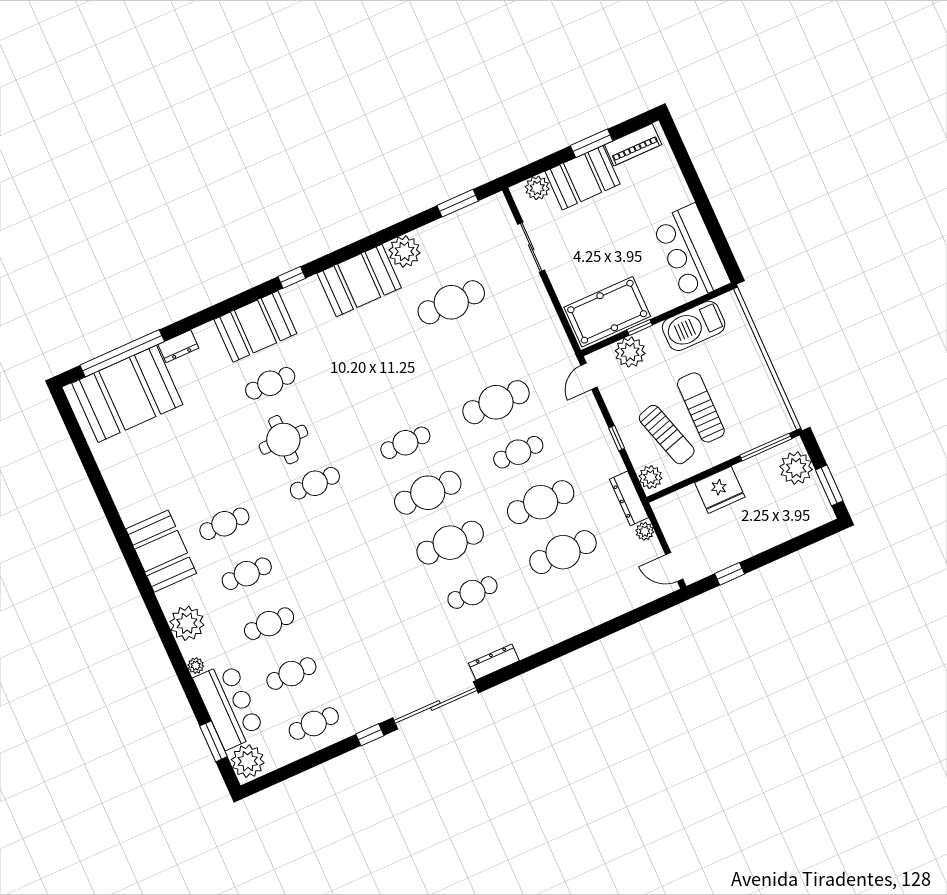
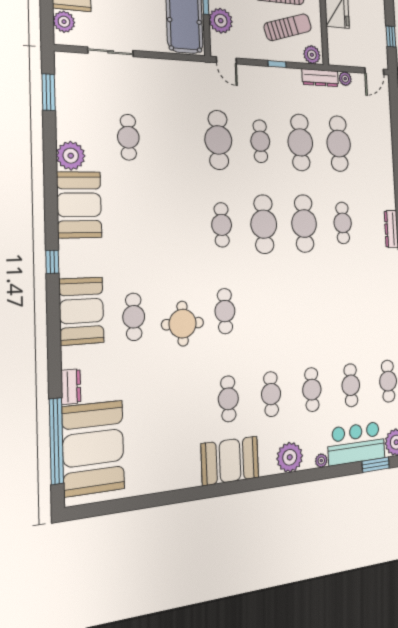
cafe table: (451, 302) -> (128, 137), width x0.73, depth x0.74

